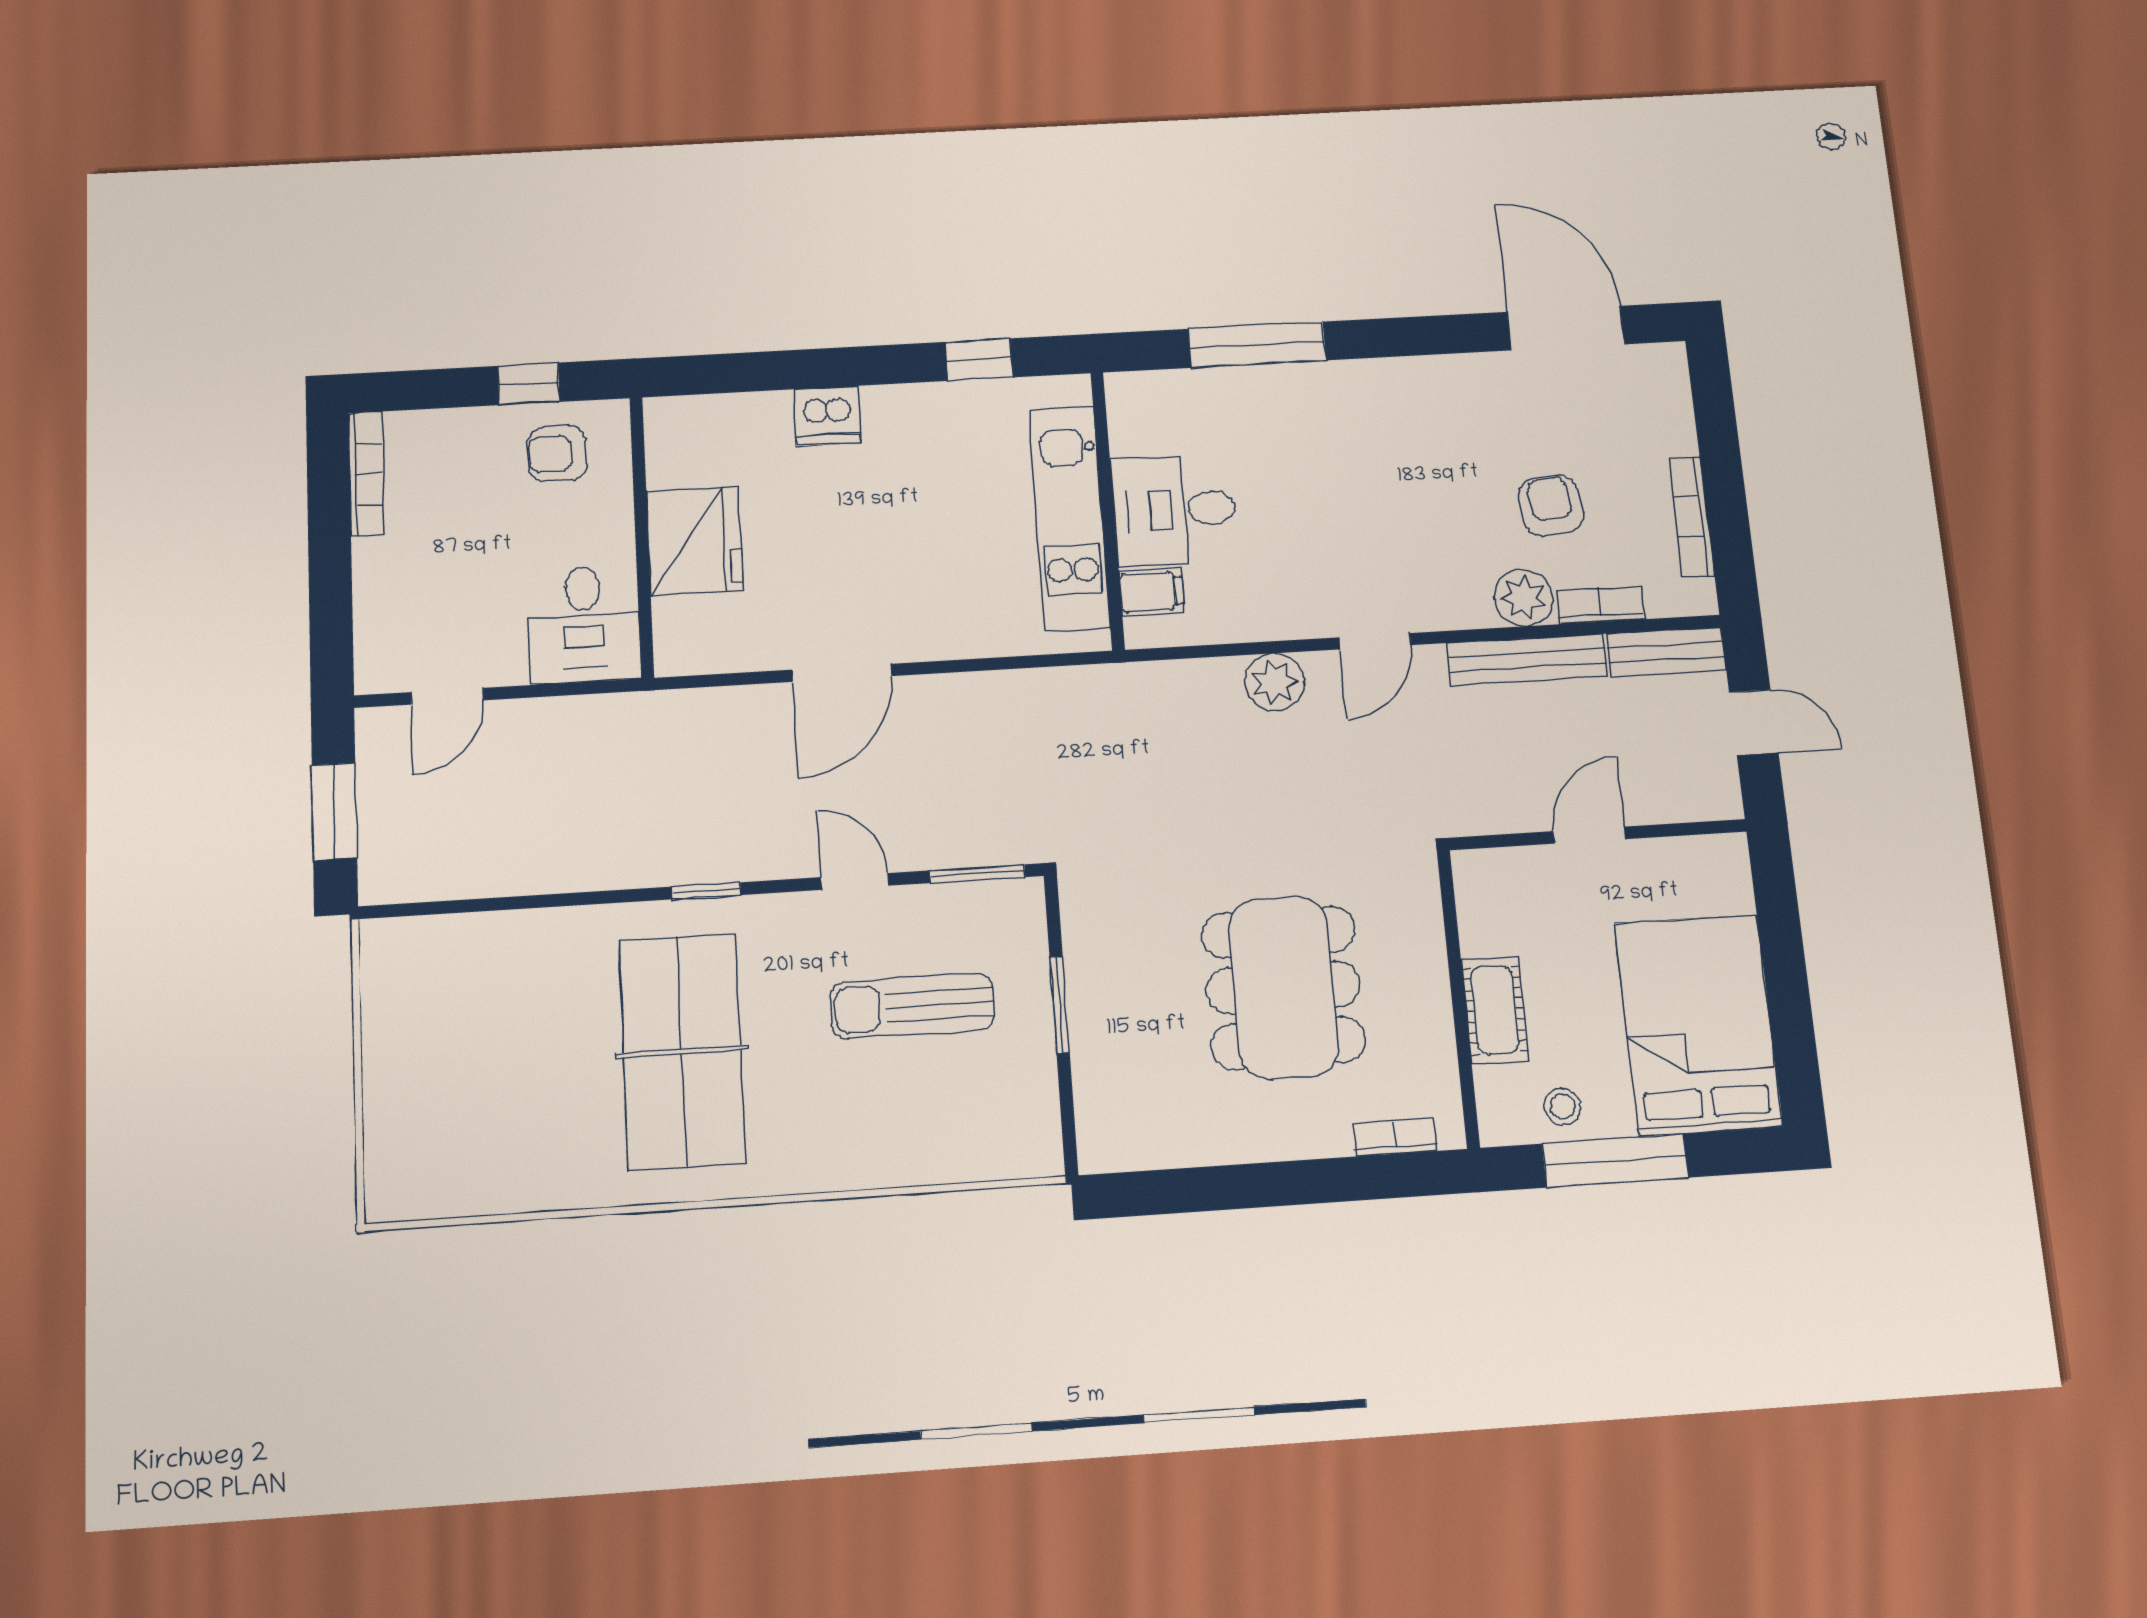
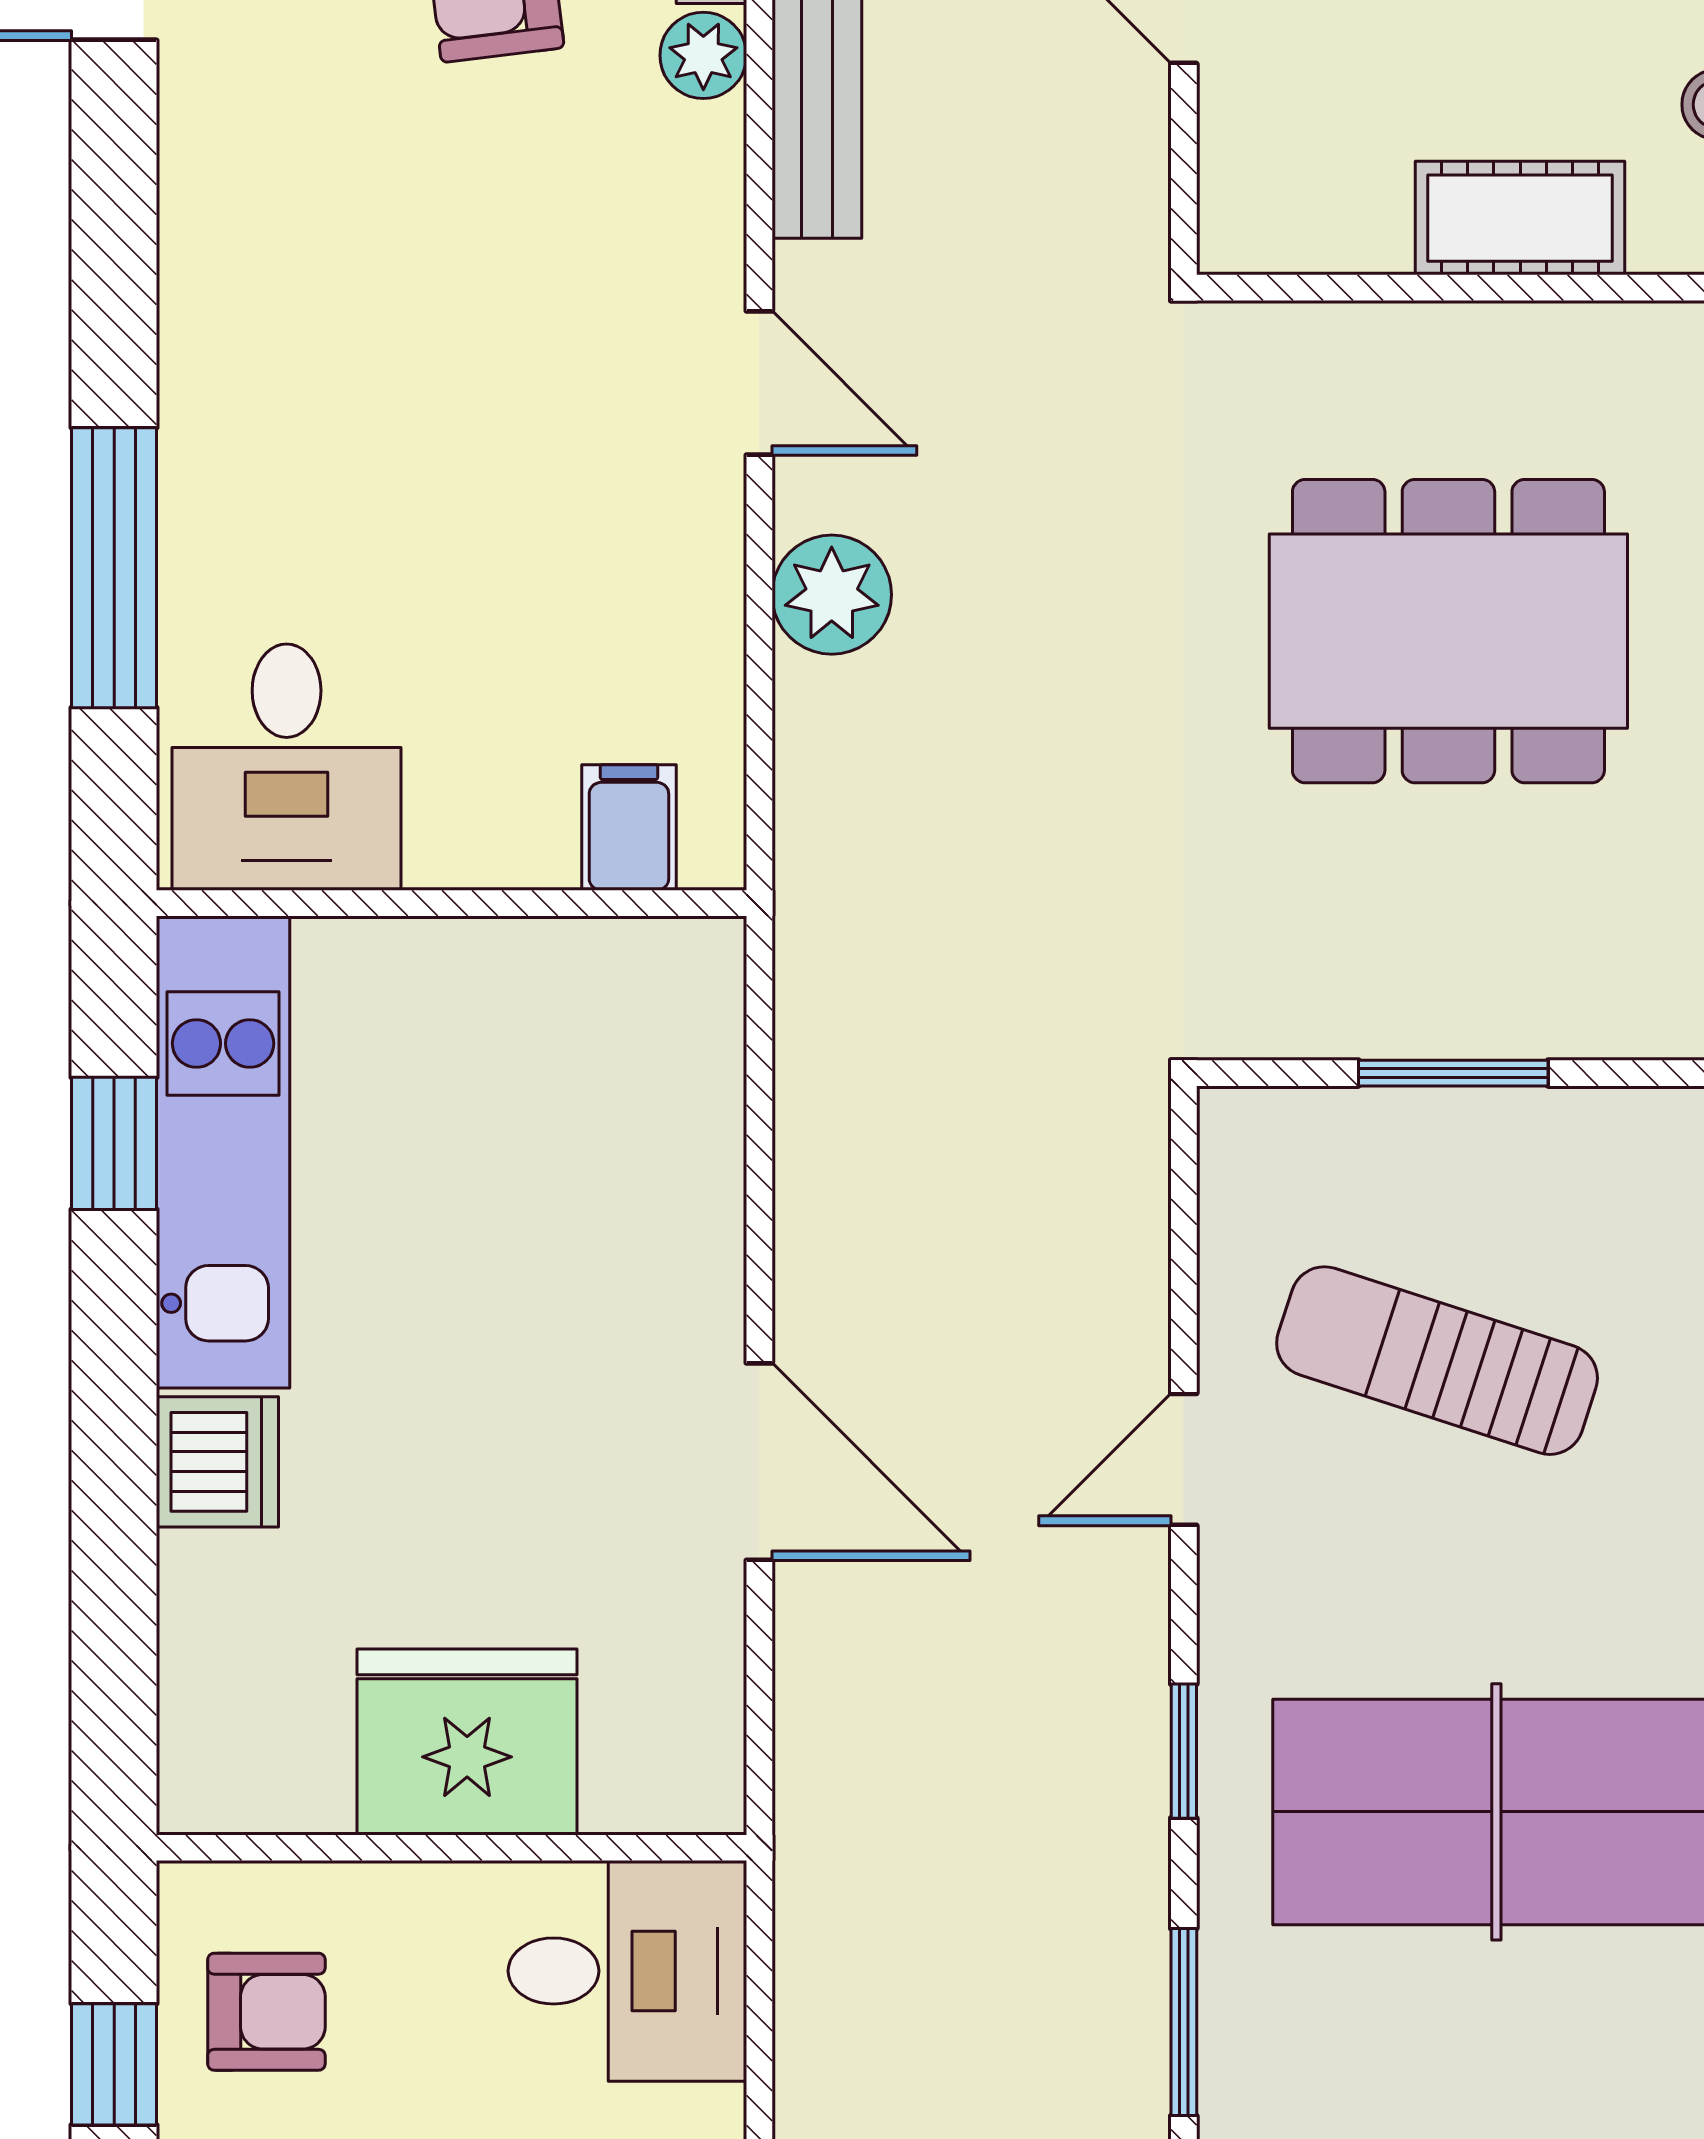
armchair: (557, 454) -> (266, 2012), turned -90
desk: (1174, 510) -> (287, 767), moved
kitchen unit: (1069, 518) -> (223, 1152), moved, turned -90
plant: (1523, 598) -> (703, 55), width x0.73, depth x0.73
window: (977, 874) -> (1184, 2022), moved
sun lounger: (912, 1006) -> (1437, 1361), turned 108

